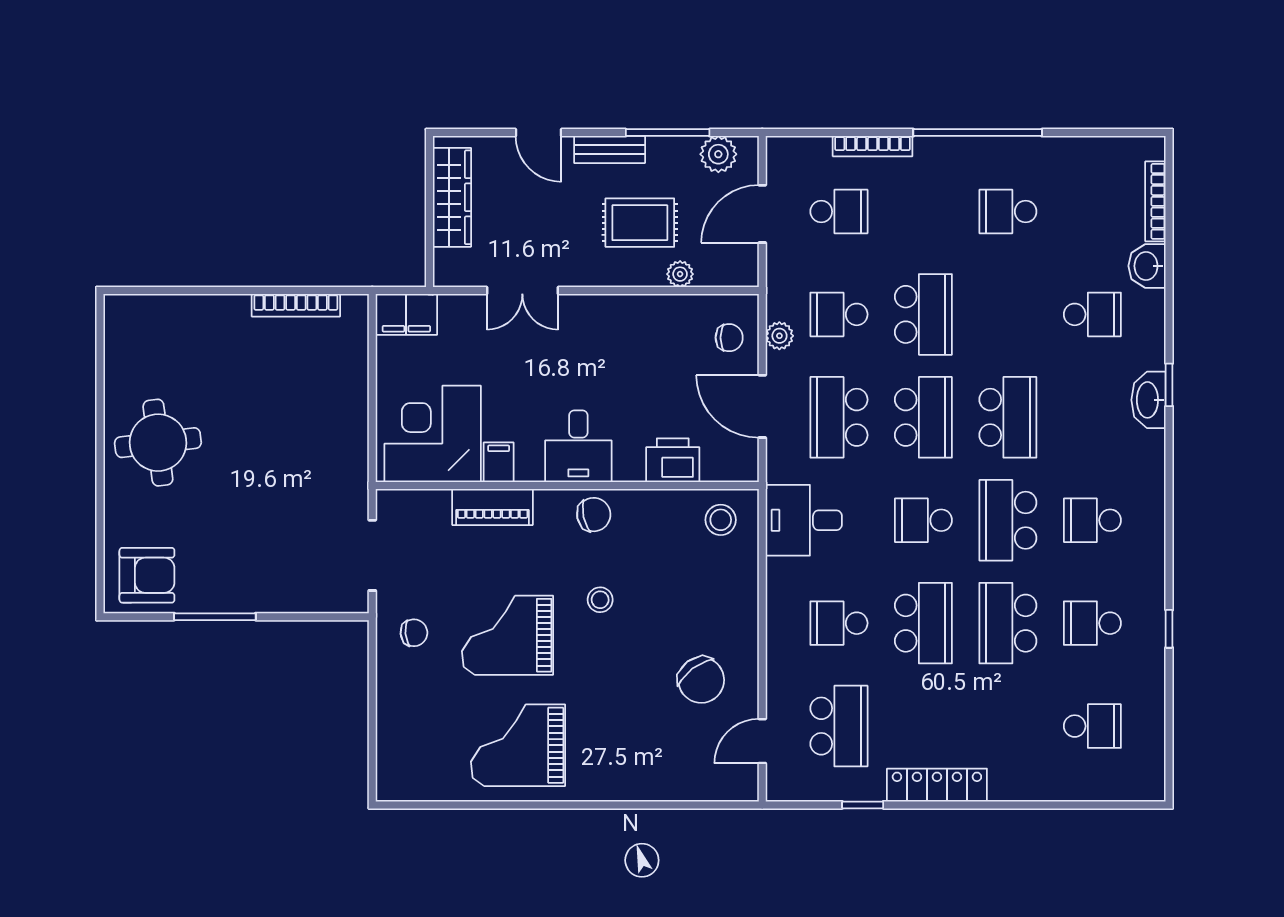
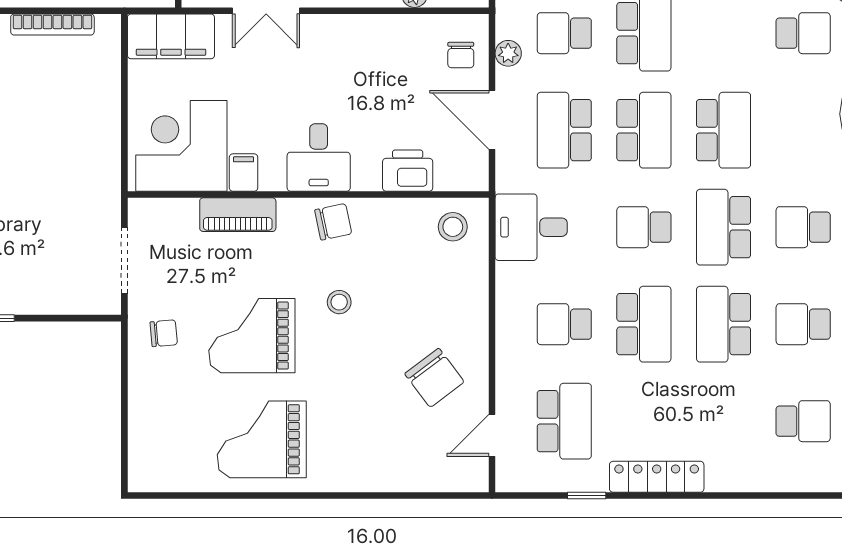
filing cabinet: (406, 314) -> (171, 36), width x1.50, depth x1.17
chair: (729, 338) -> (461, 55), turned 90

